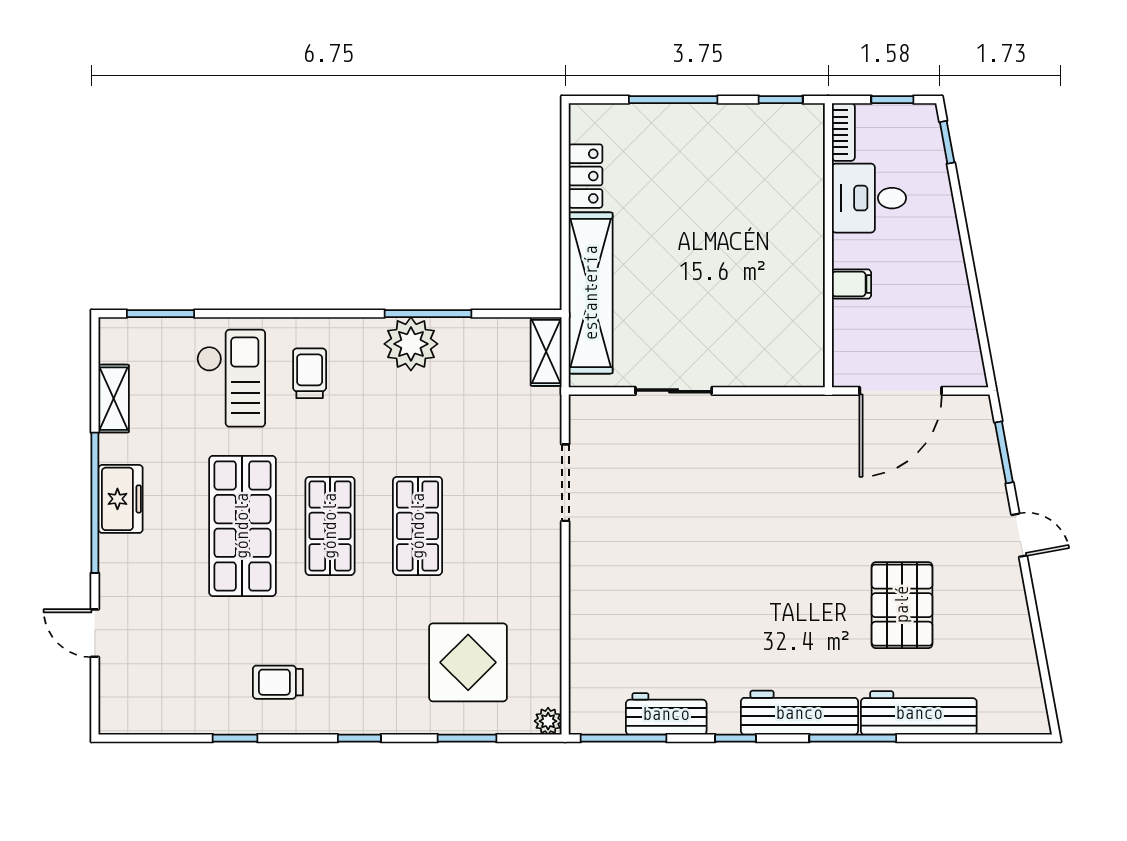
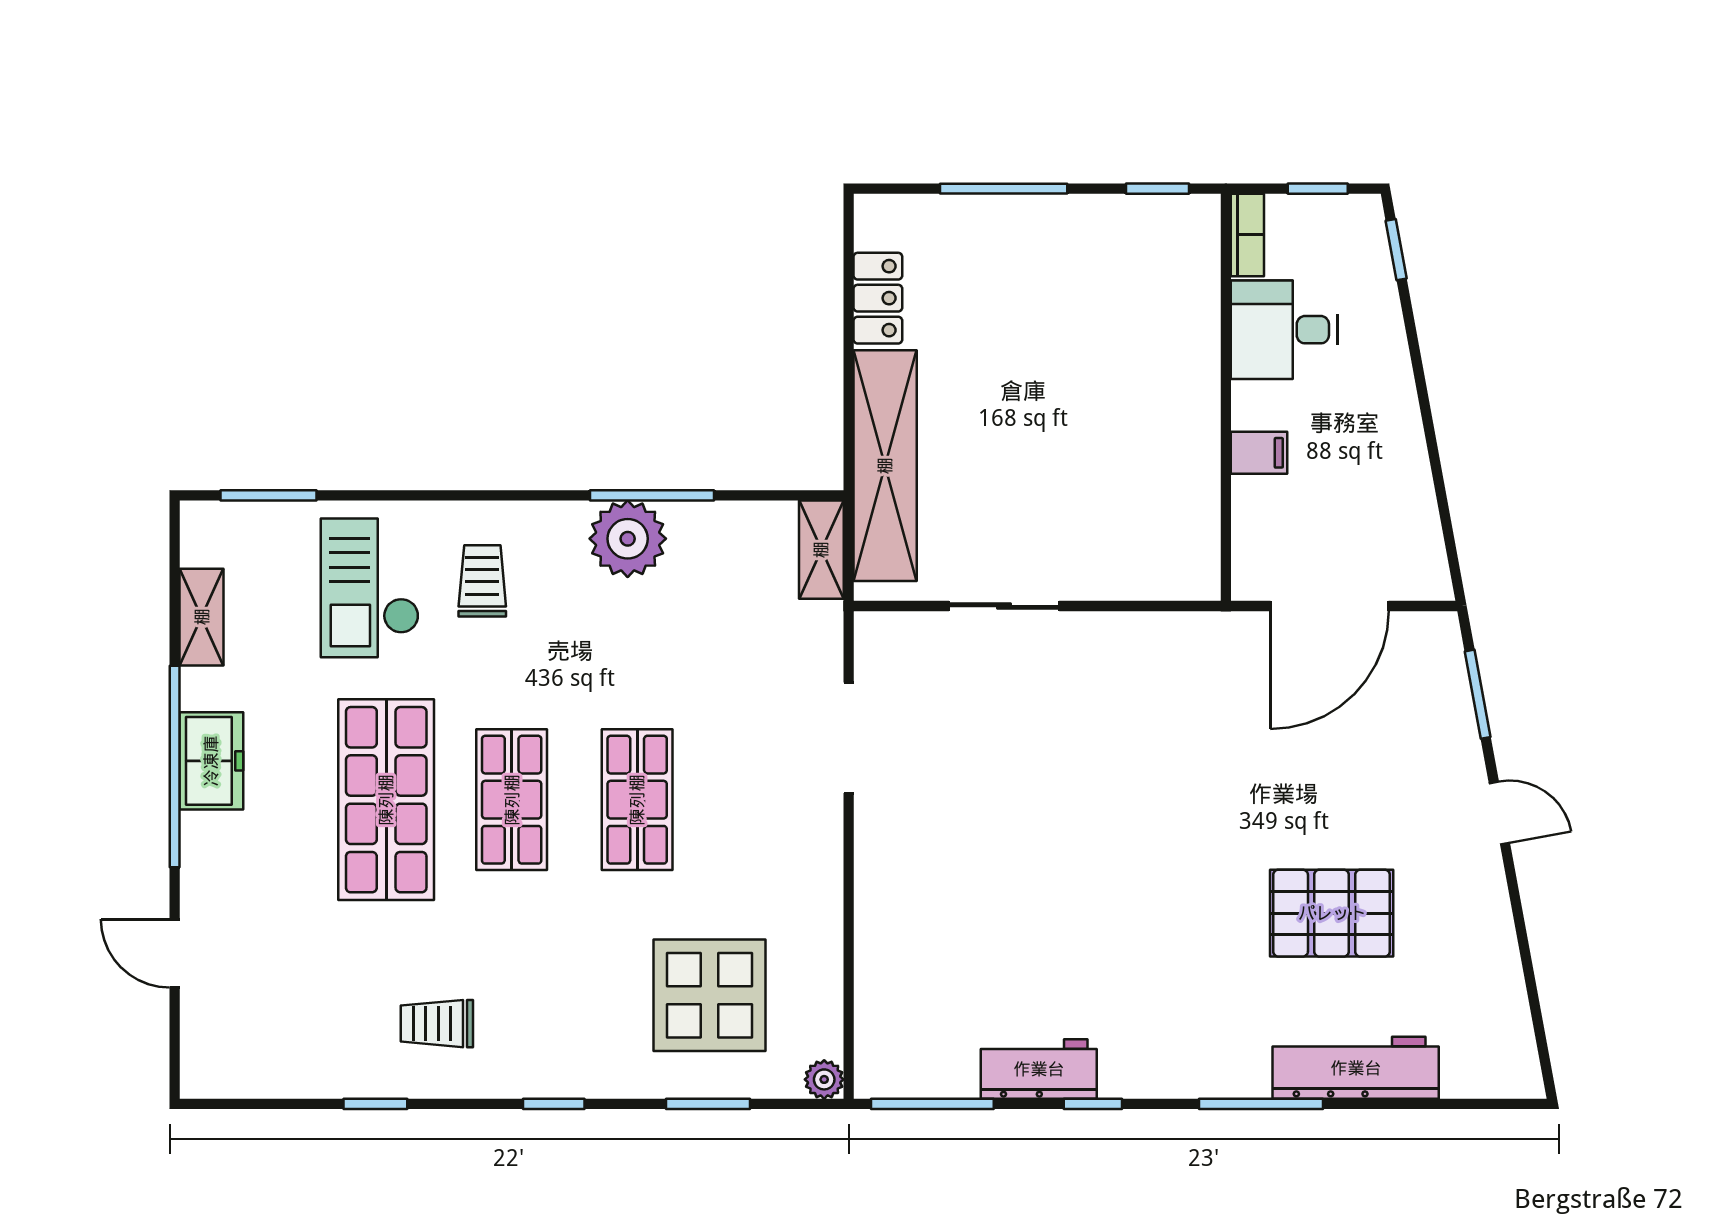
checkout: (231, 378) -> (370, 588), turned 180
pallet: (902, 605) -> (1332, 913), turned 90
workbench: (799, 713) -> (1185, 1067), removed
workbench: (666, 714) -> (1039, 1069), moved

